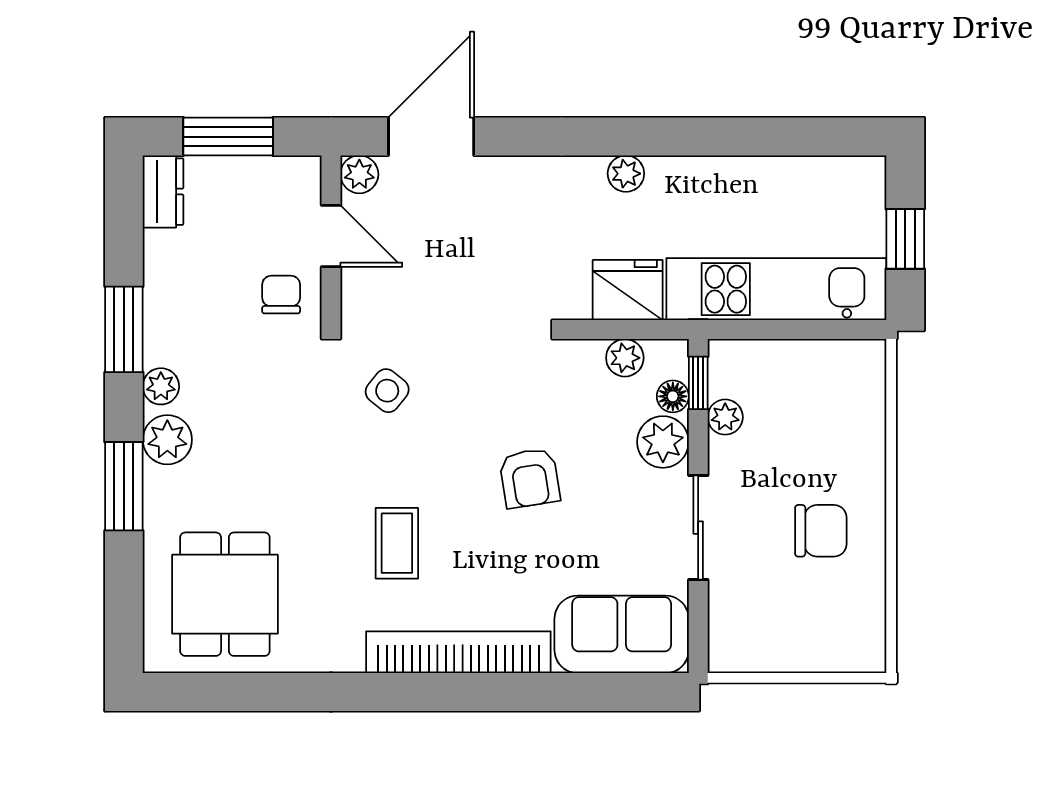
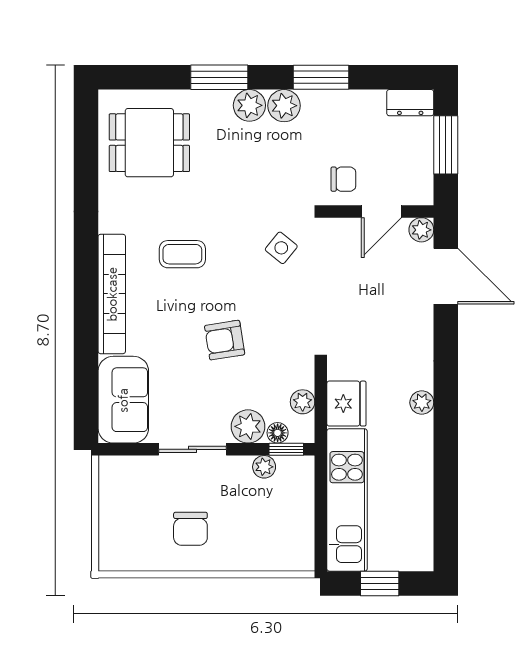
plant: (161, 386) -> (284, 106), width x1.38, depth x1.38

